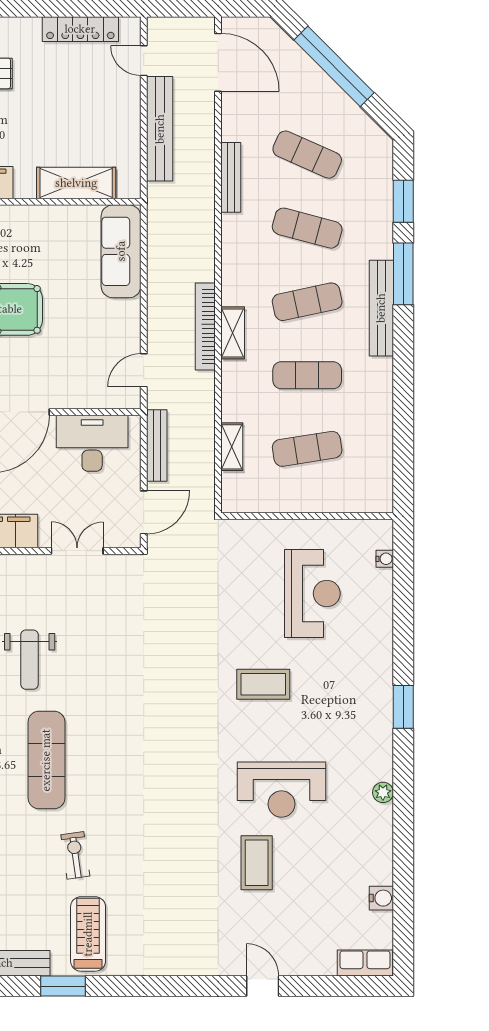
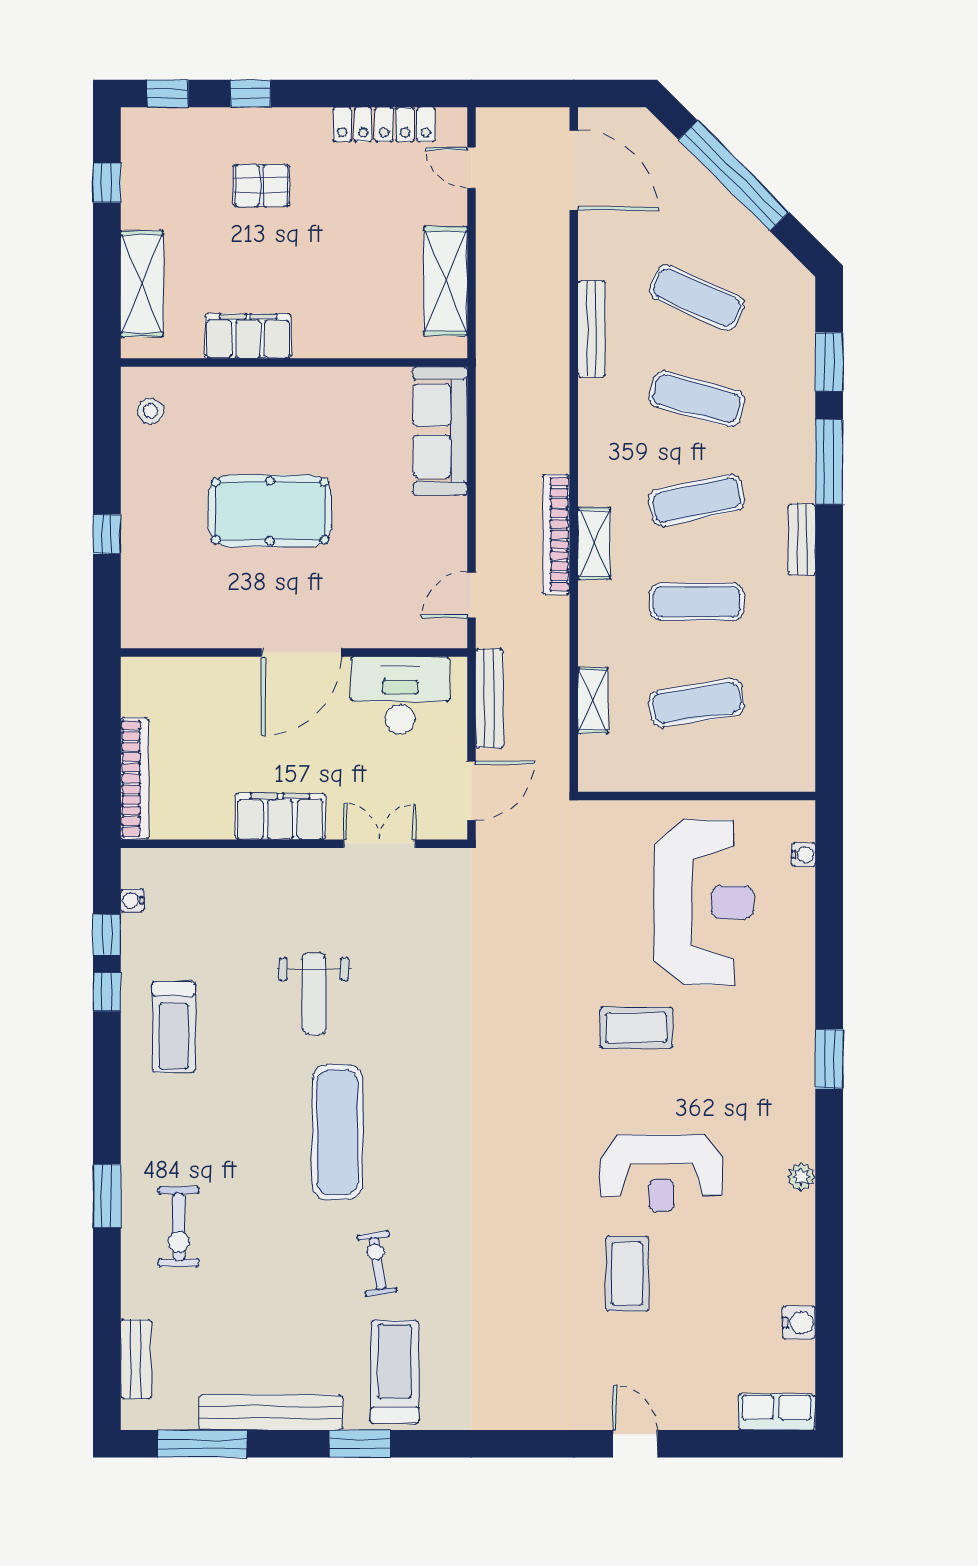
bench: (160, 129) -> (493, 262), removed
shelving: (76, 183) -> (446, 281), moved, turned 90
bench: (381, 308) -> (802, 540), width x0.54, depth x0.82
reception desk: (312, 593) -> (704, 903), width x1.36, depth x1.30

